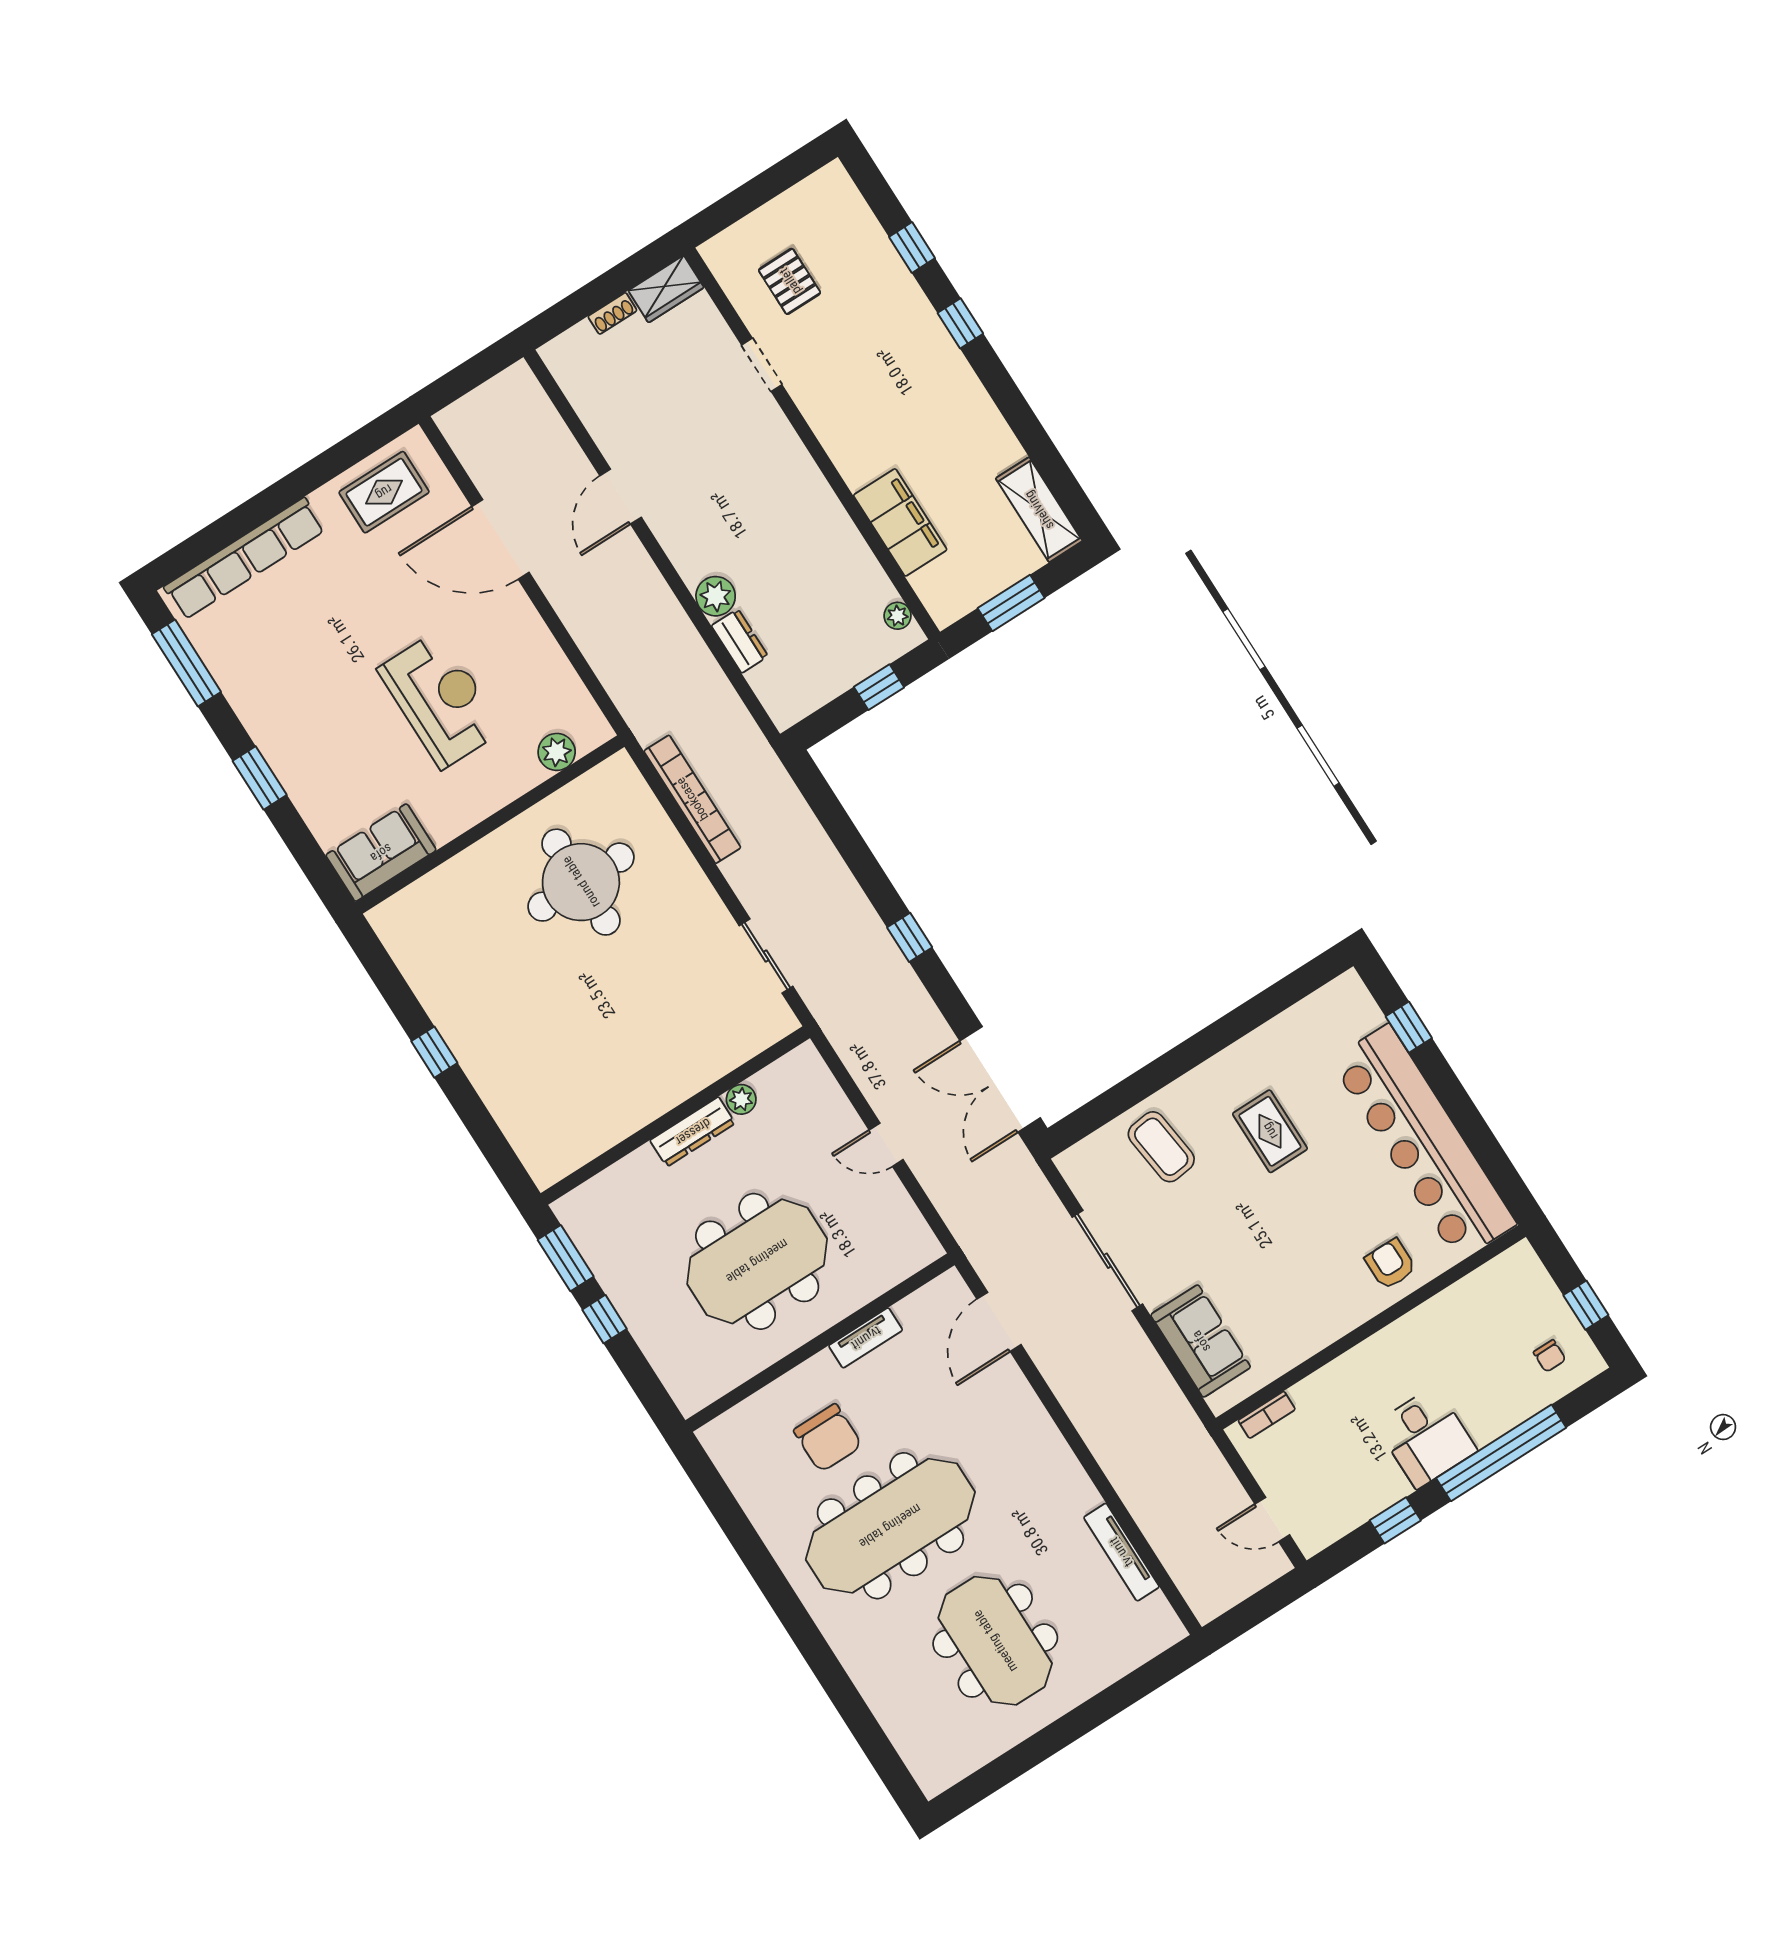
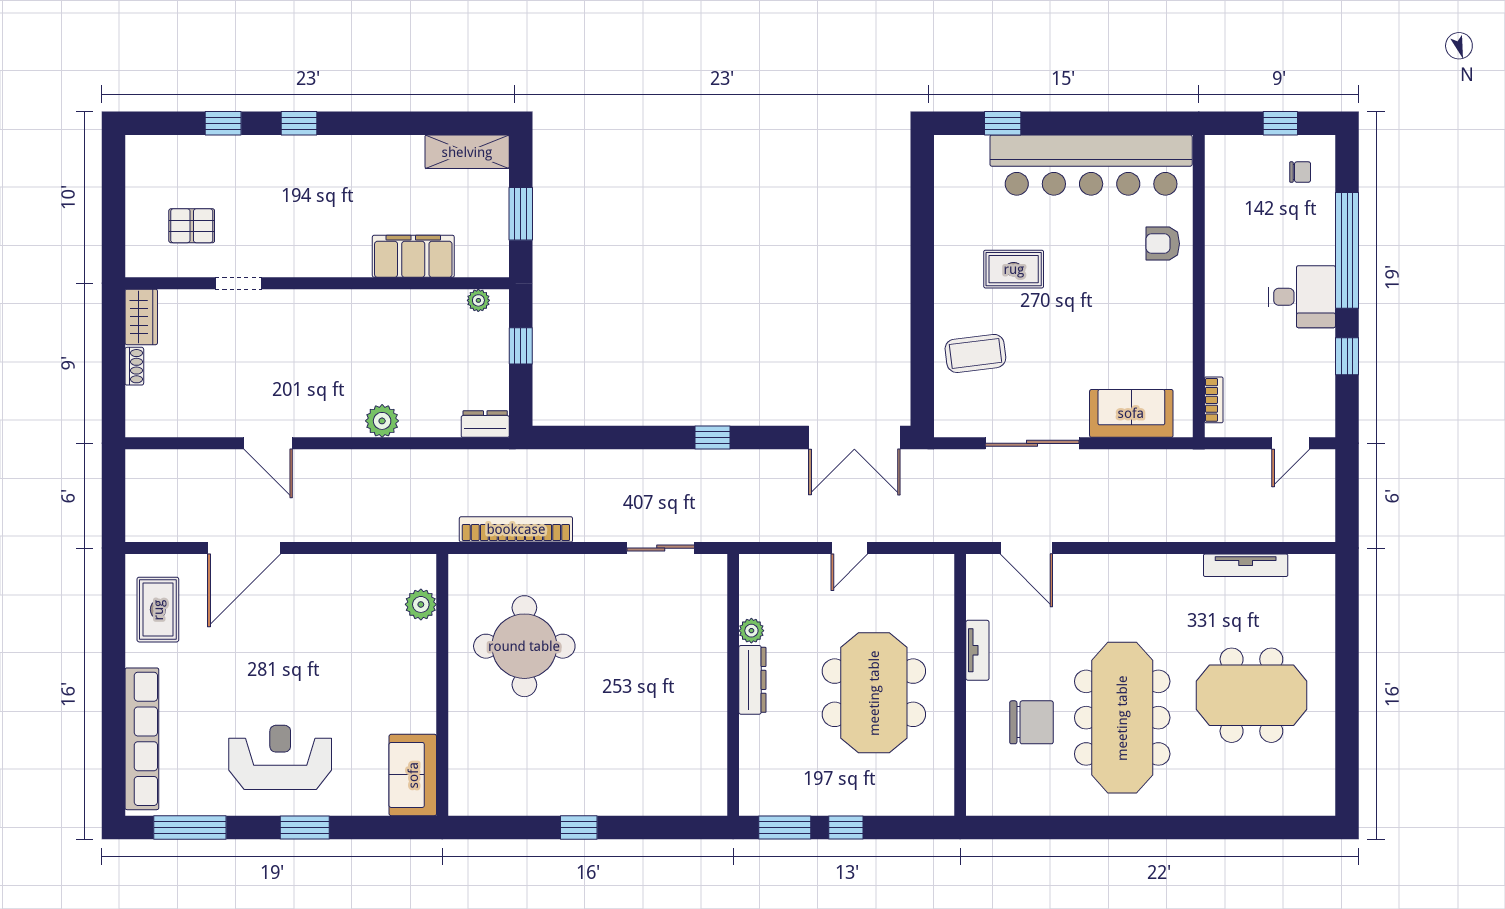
dresser: (740, 641) -> (485, 424), moved
reception desk: (440, 700) -> (280, 757), moved

